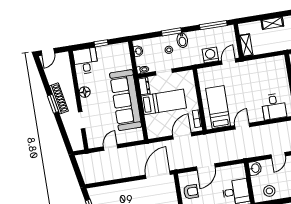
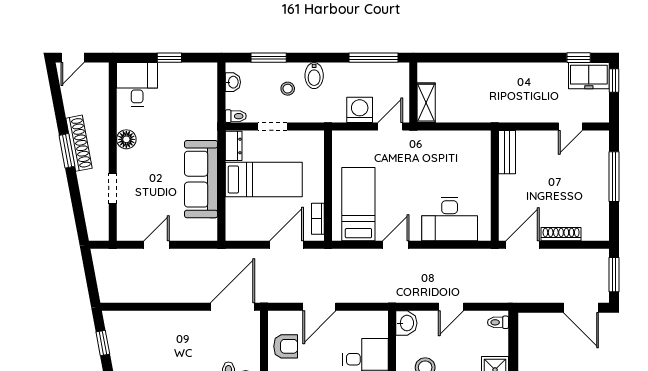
shelving: (272, 23) -> (479, 71), removed
window: (172, 32) -> (269, 58), moved
sofa: (126, 100) -> (201, 179), width x0.74, depth x0.79
desk: (274, 106) -> (450, 219), width x1.37

